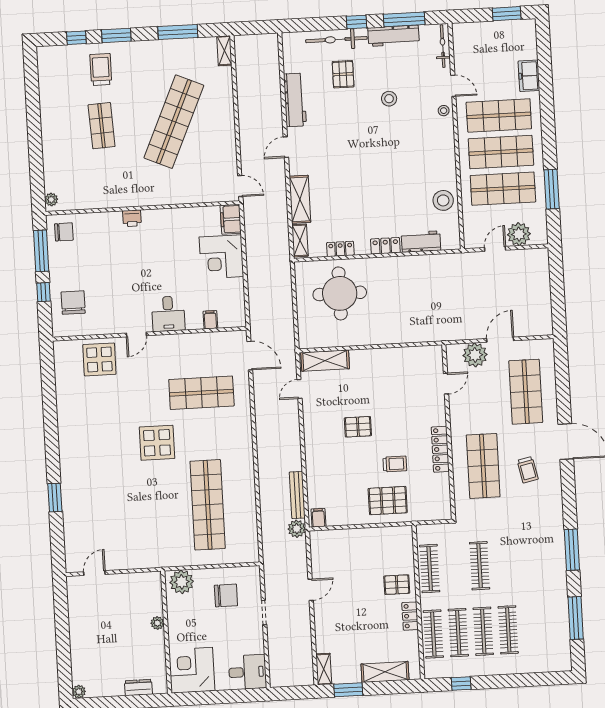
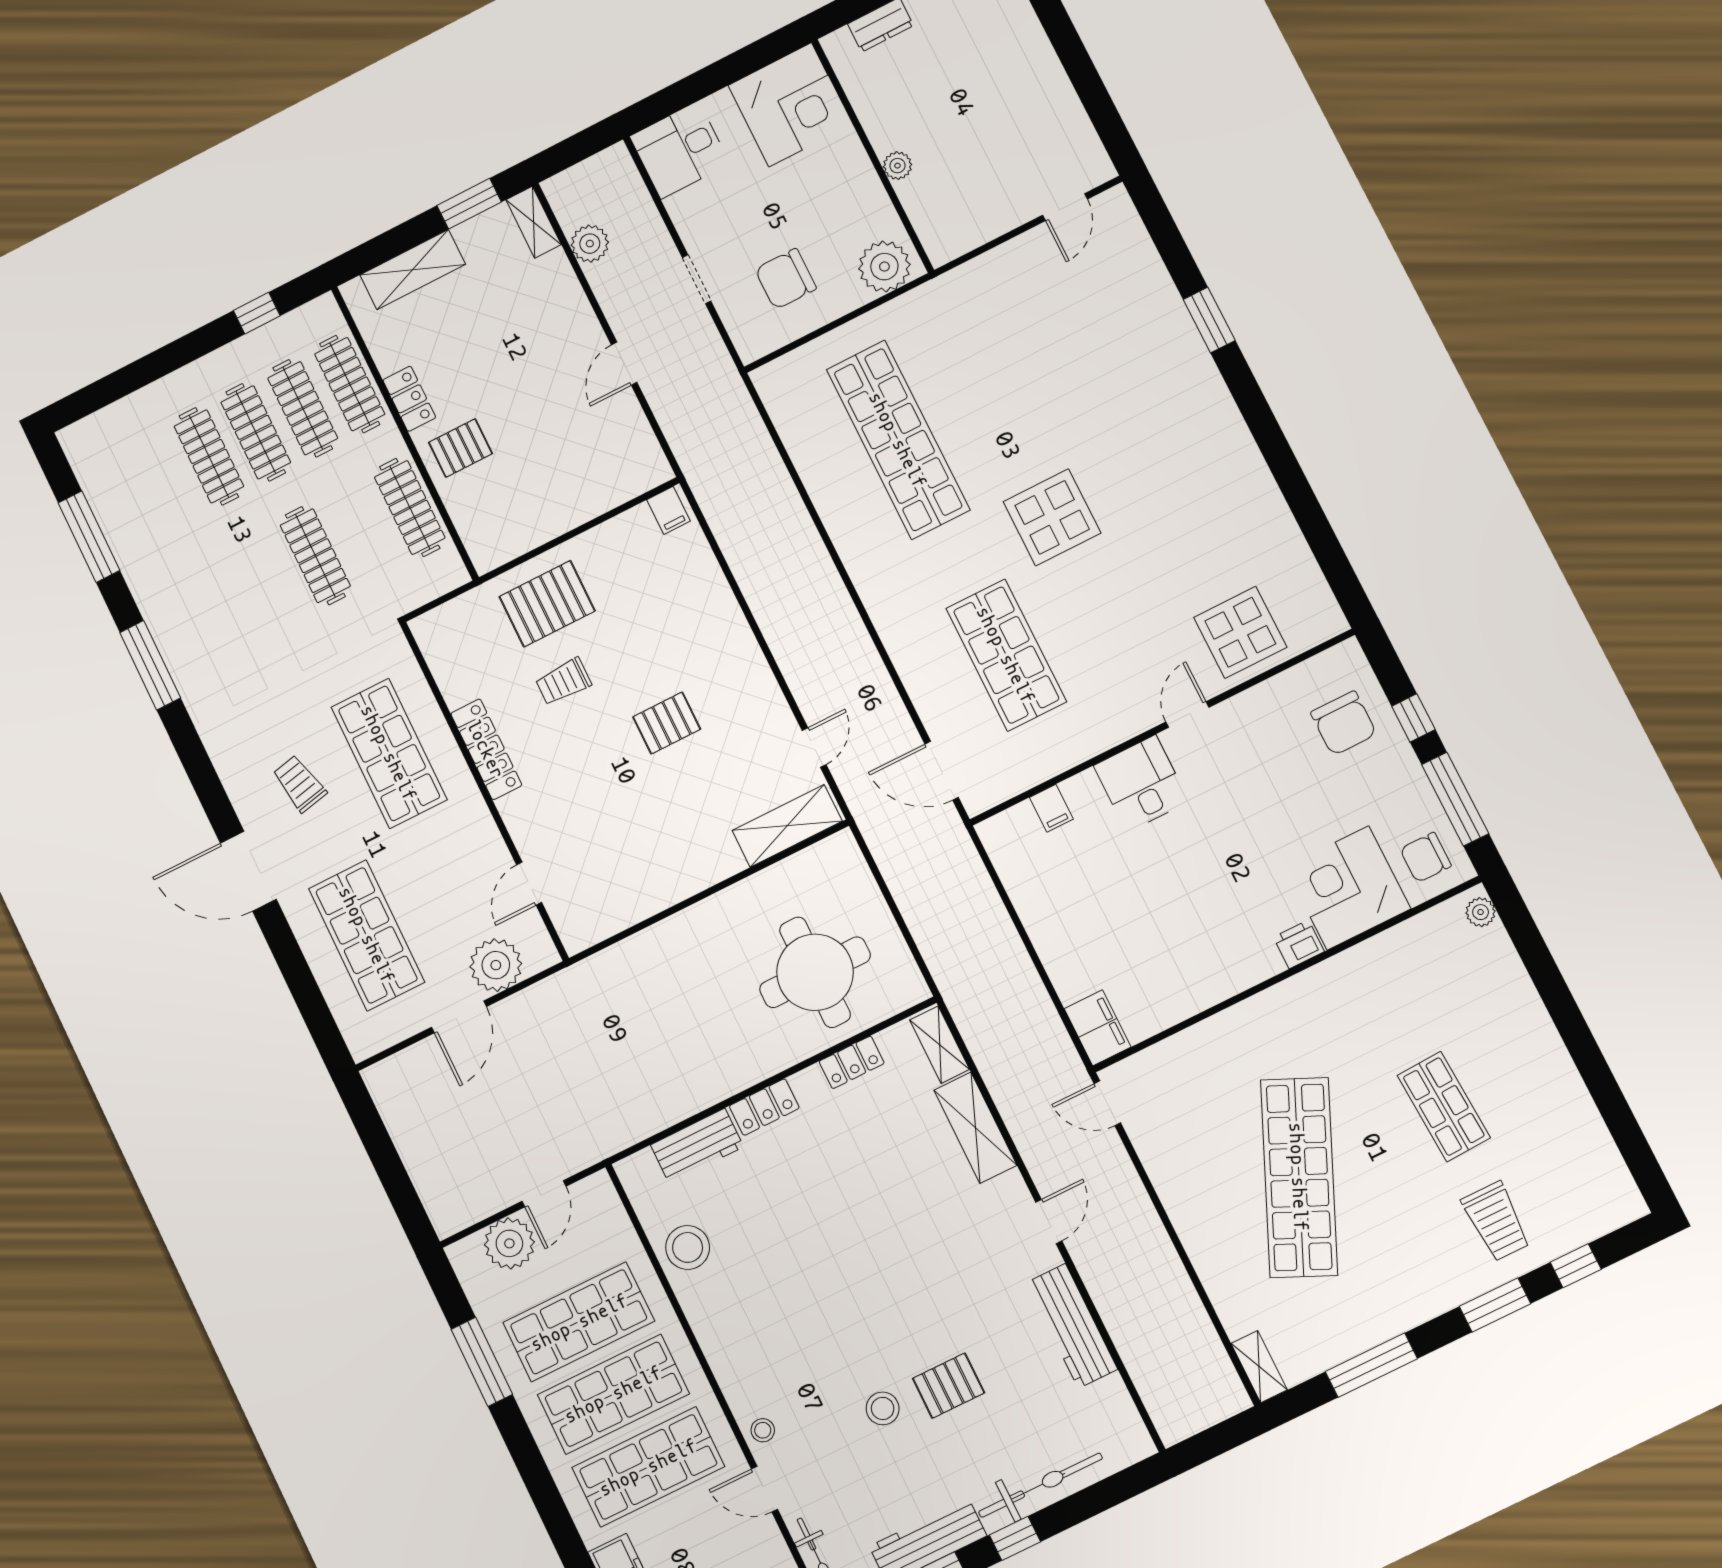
pallet: (343, 74) -> (949, 1386), moved, turned 90
corner desk: (221, 257) -> (1348, 888), moved, turned -90
shop shelf: (201, 393) -> (1006, 655), turned 90
bench: (297, 495) -> (729, 537), removed
plant: (297, 529) -> (590, 244), moved

